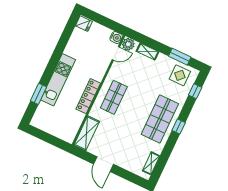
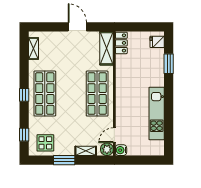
fridge: (84, 24) -> (157, 42), moved
window: (180, 57) -> (64, 160), moved
kitchen unit: (58, 80) -> (157, 114), moved
locker: (88, 96) -> (121, 43), moved, width x0.66
shop shelf: (114, 97) -> (97, 94), width x1.43, depth x1.36

